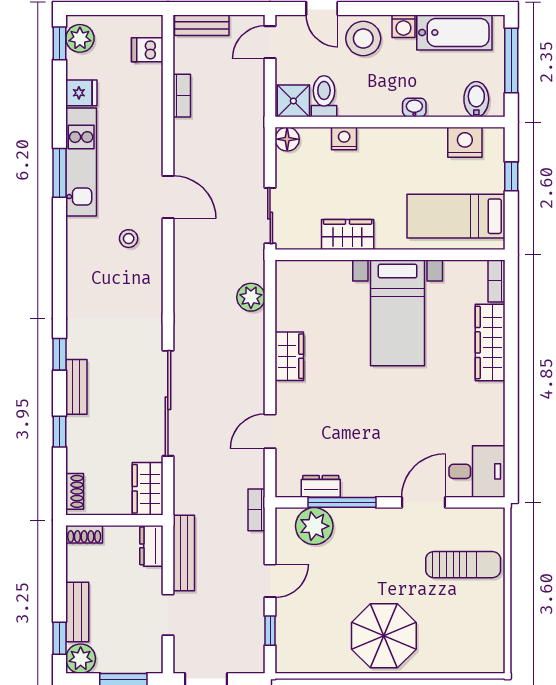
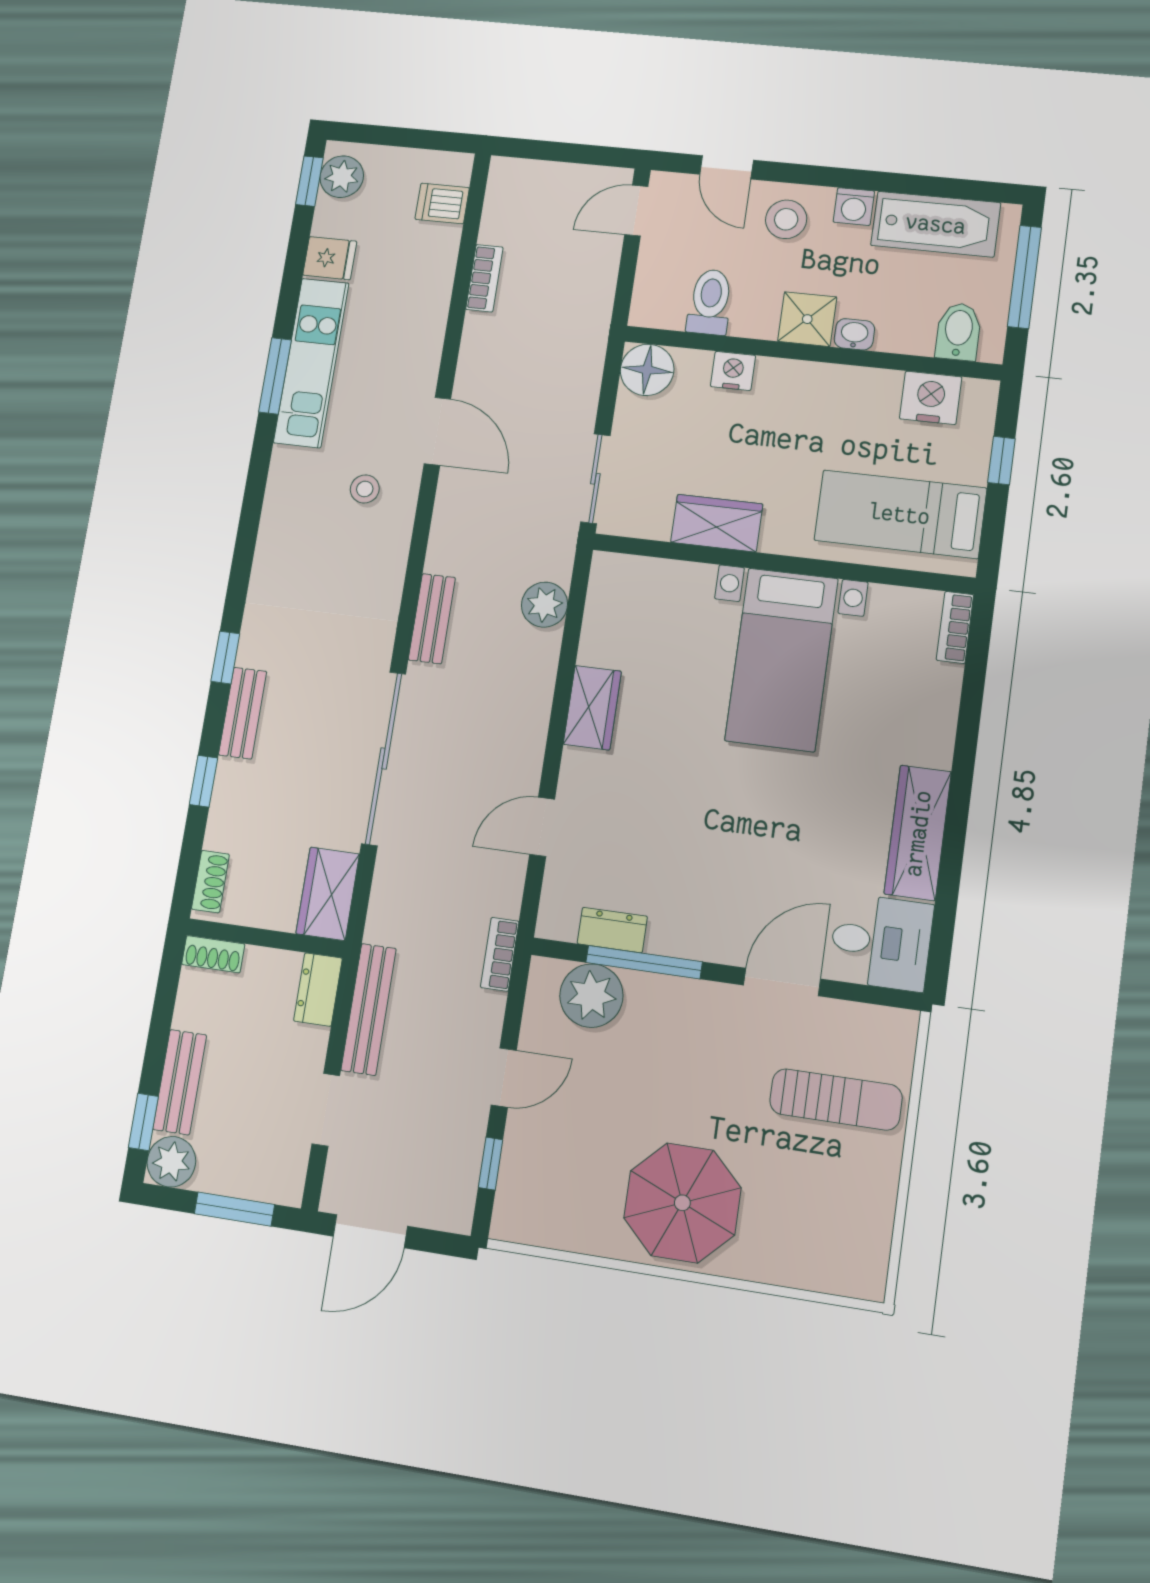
bench: (202, 25) -> (432, 619), moved, turned 90
stool: (363, 39) -> (786, 219), width x0.73, depth x0.73
shower: (293, 101) -> (807, 319), moved
floor lamp: (287, 139) -> (647, 370), width x1.38, depth x1.38
wardrobe: (490, 342) -> (918, 833), moved

